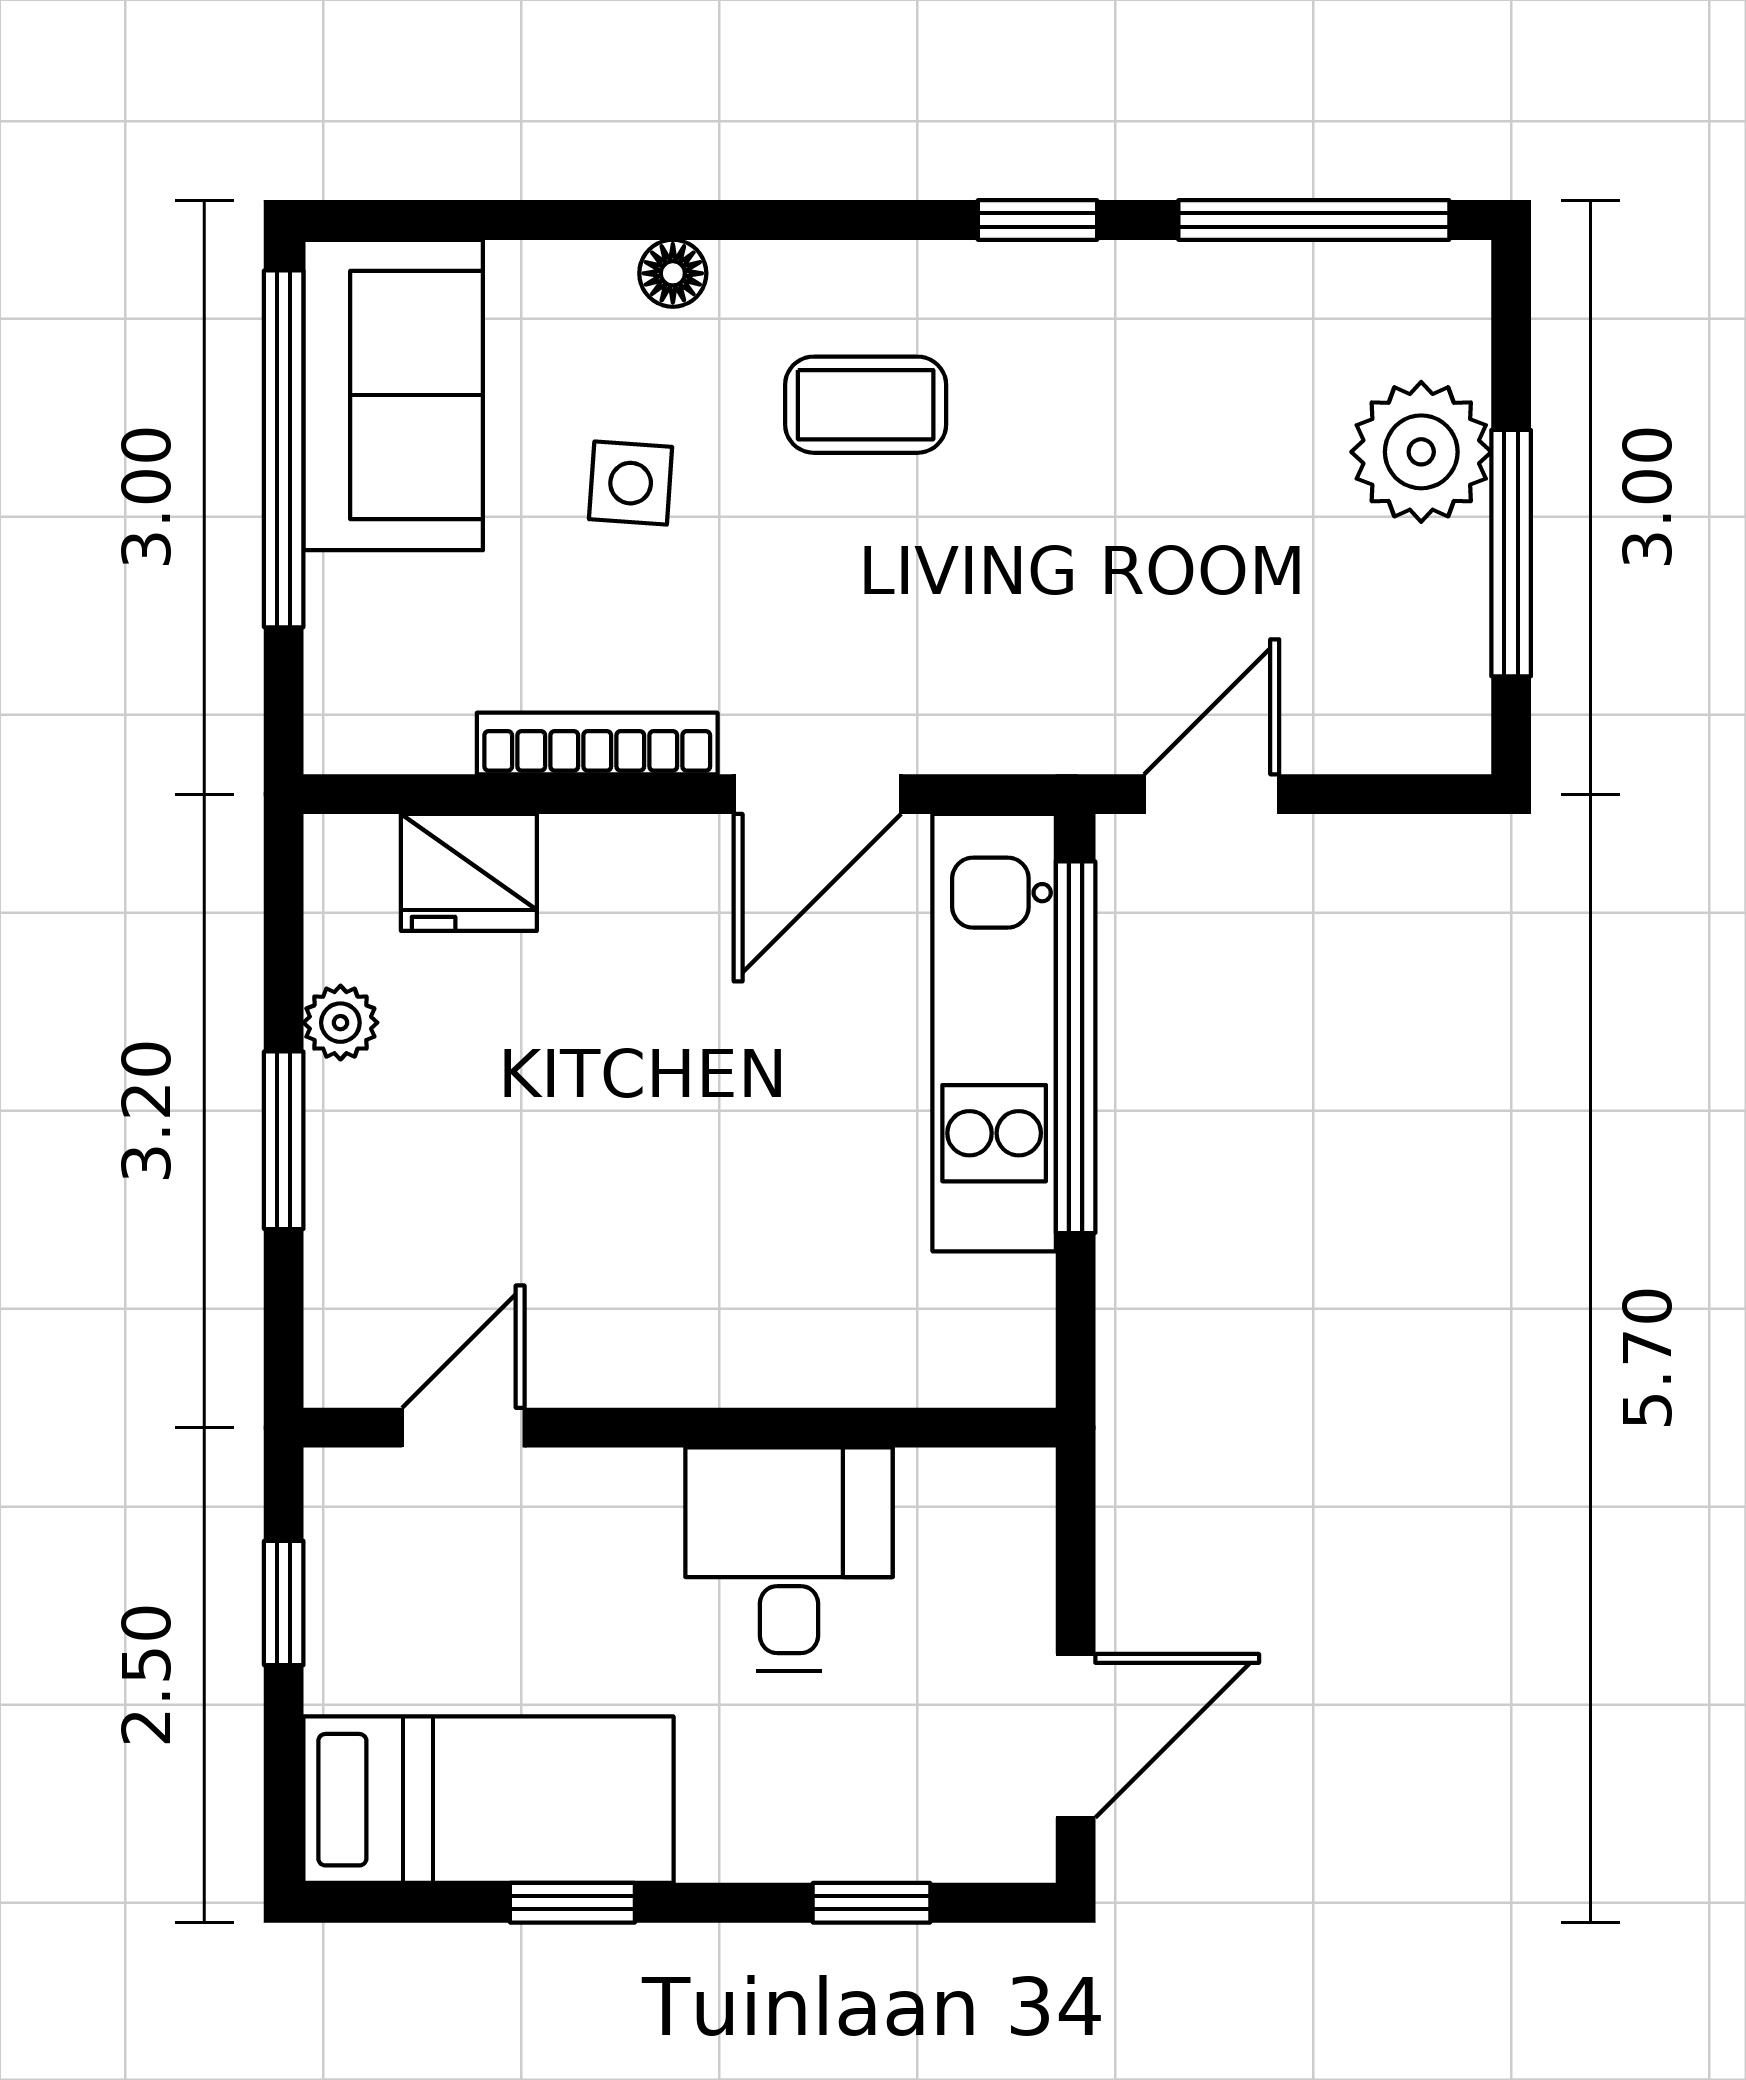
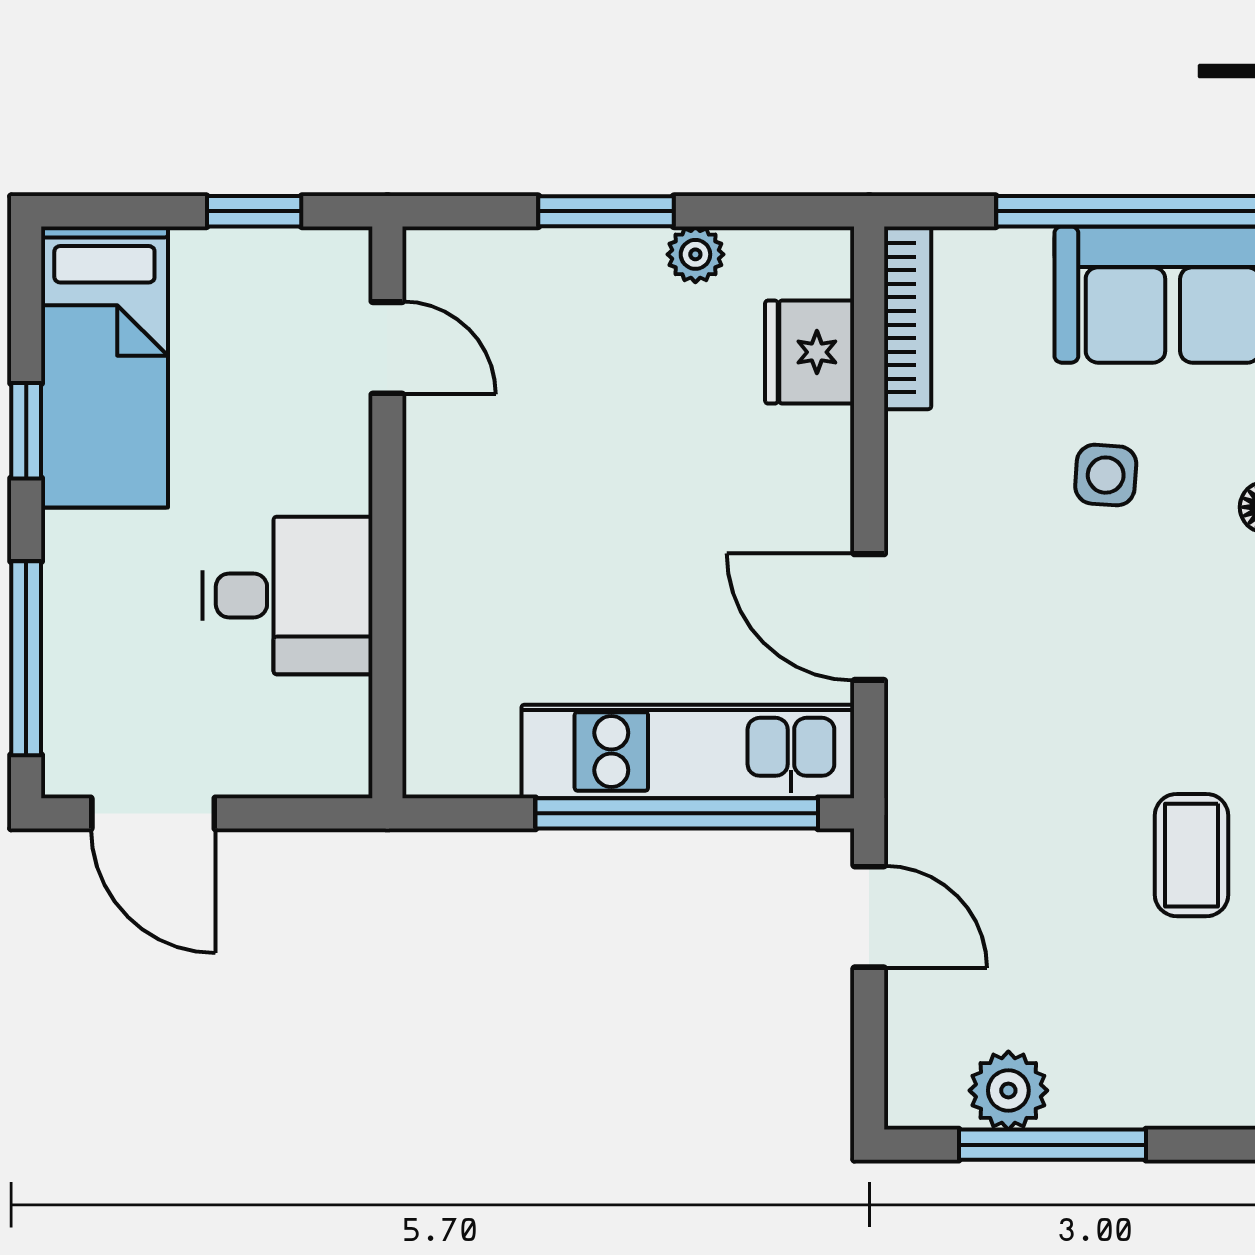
coffee table: (866, 405) -> (1191, 855), moved
plant: (1421, 452) -> (1008, 1090), moved, width x0.73, depth x0.73
bookcase: (597, 744) -> (908, 318), moved
window: (871, 1903) -> (26, 658), width x2.17

